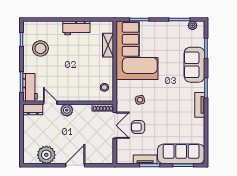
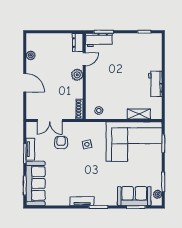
stool: (40, 48) -> (136, 50), removed
sofa: (194, 65) -> (134, 196), moved
double door: (115, 125) -> (50, 120), moved
plant: (46, 155) -> (31, 55), width x0.53, depth x0.53

